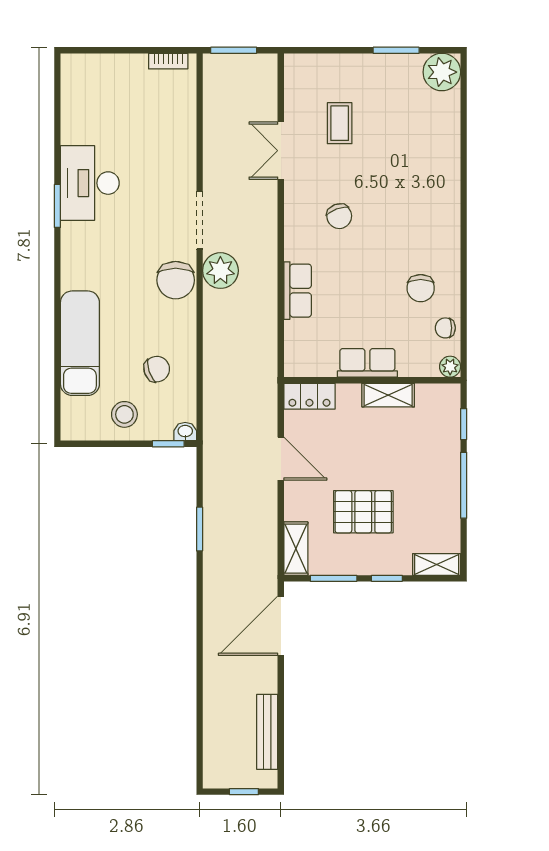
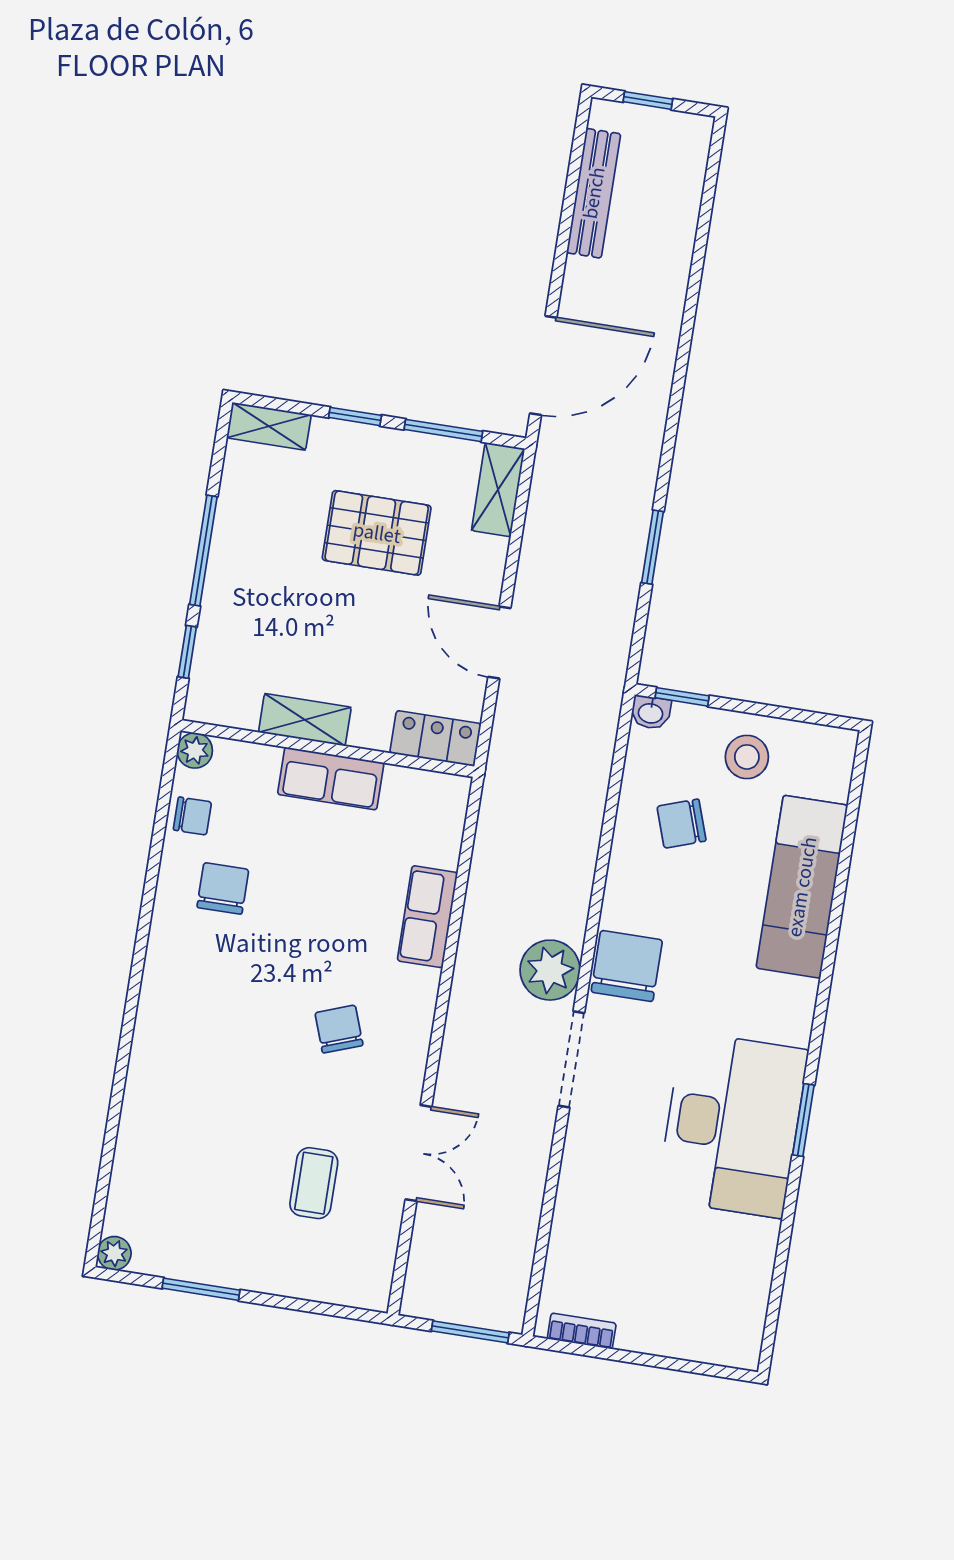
plant: (442, 72) -> (114, 1253), width x0.53, depth x0.53
desk: (90, 183) -> (732, 1125), width x1.36, depth x1.30

